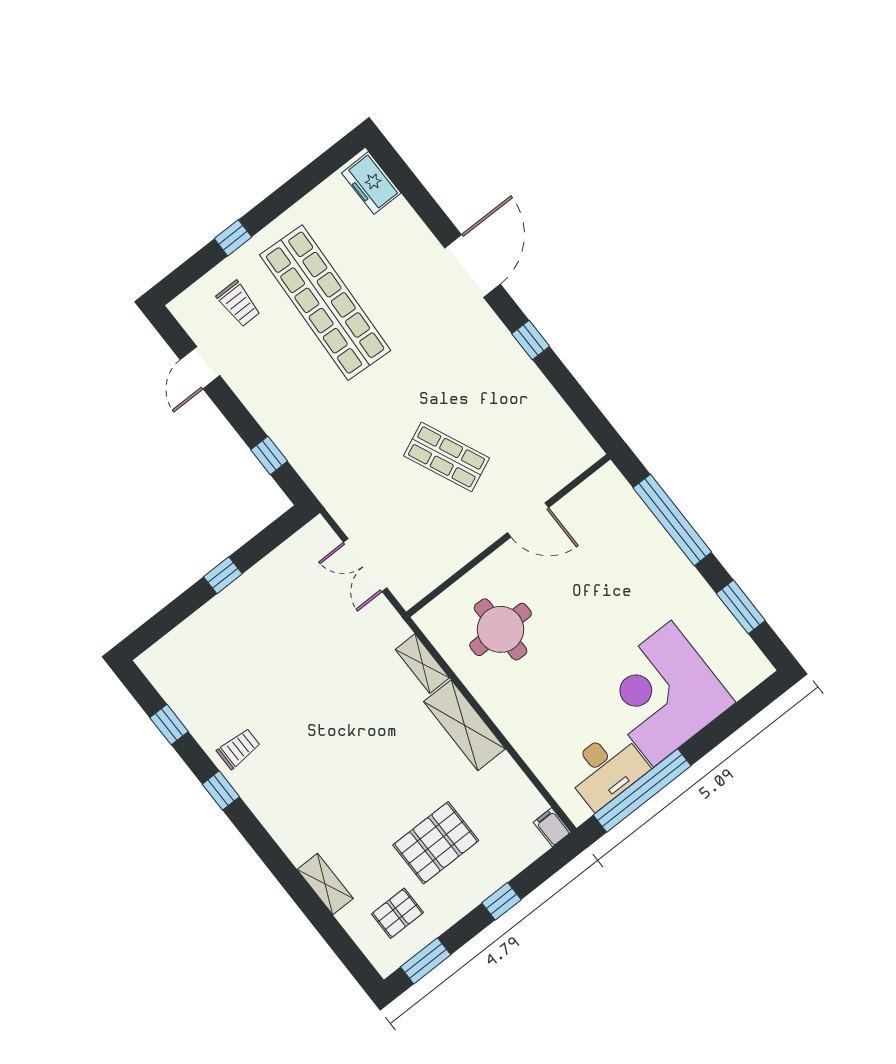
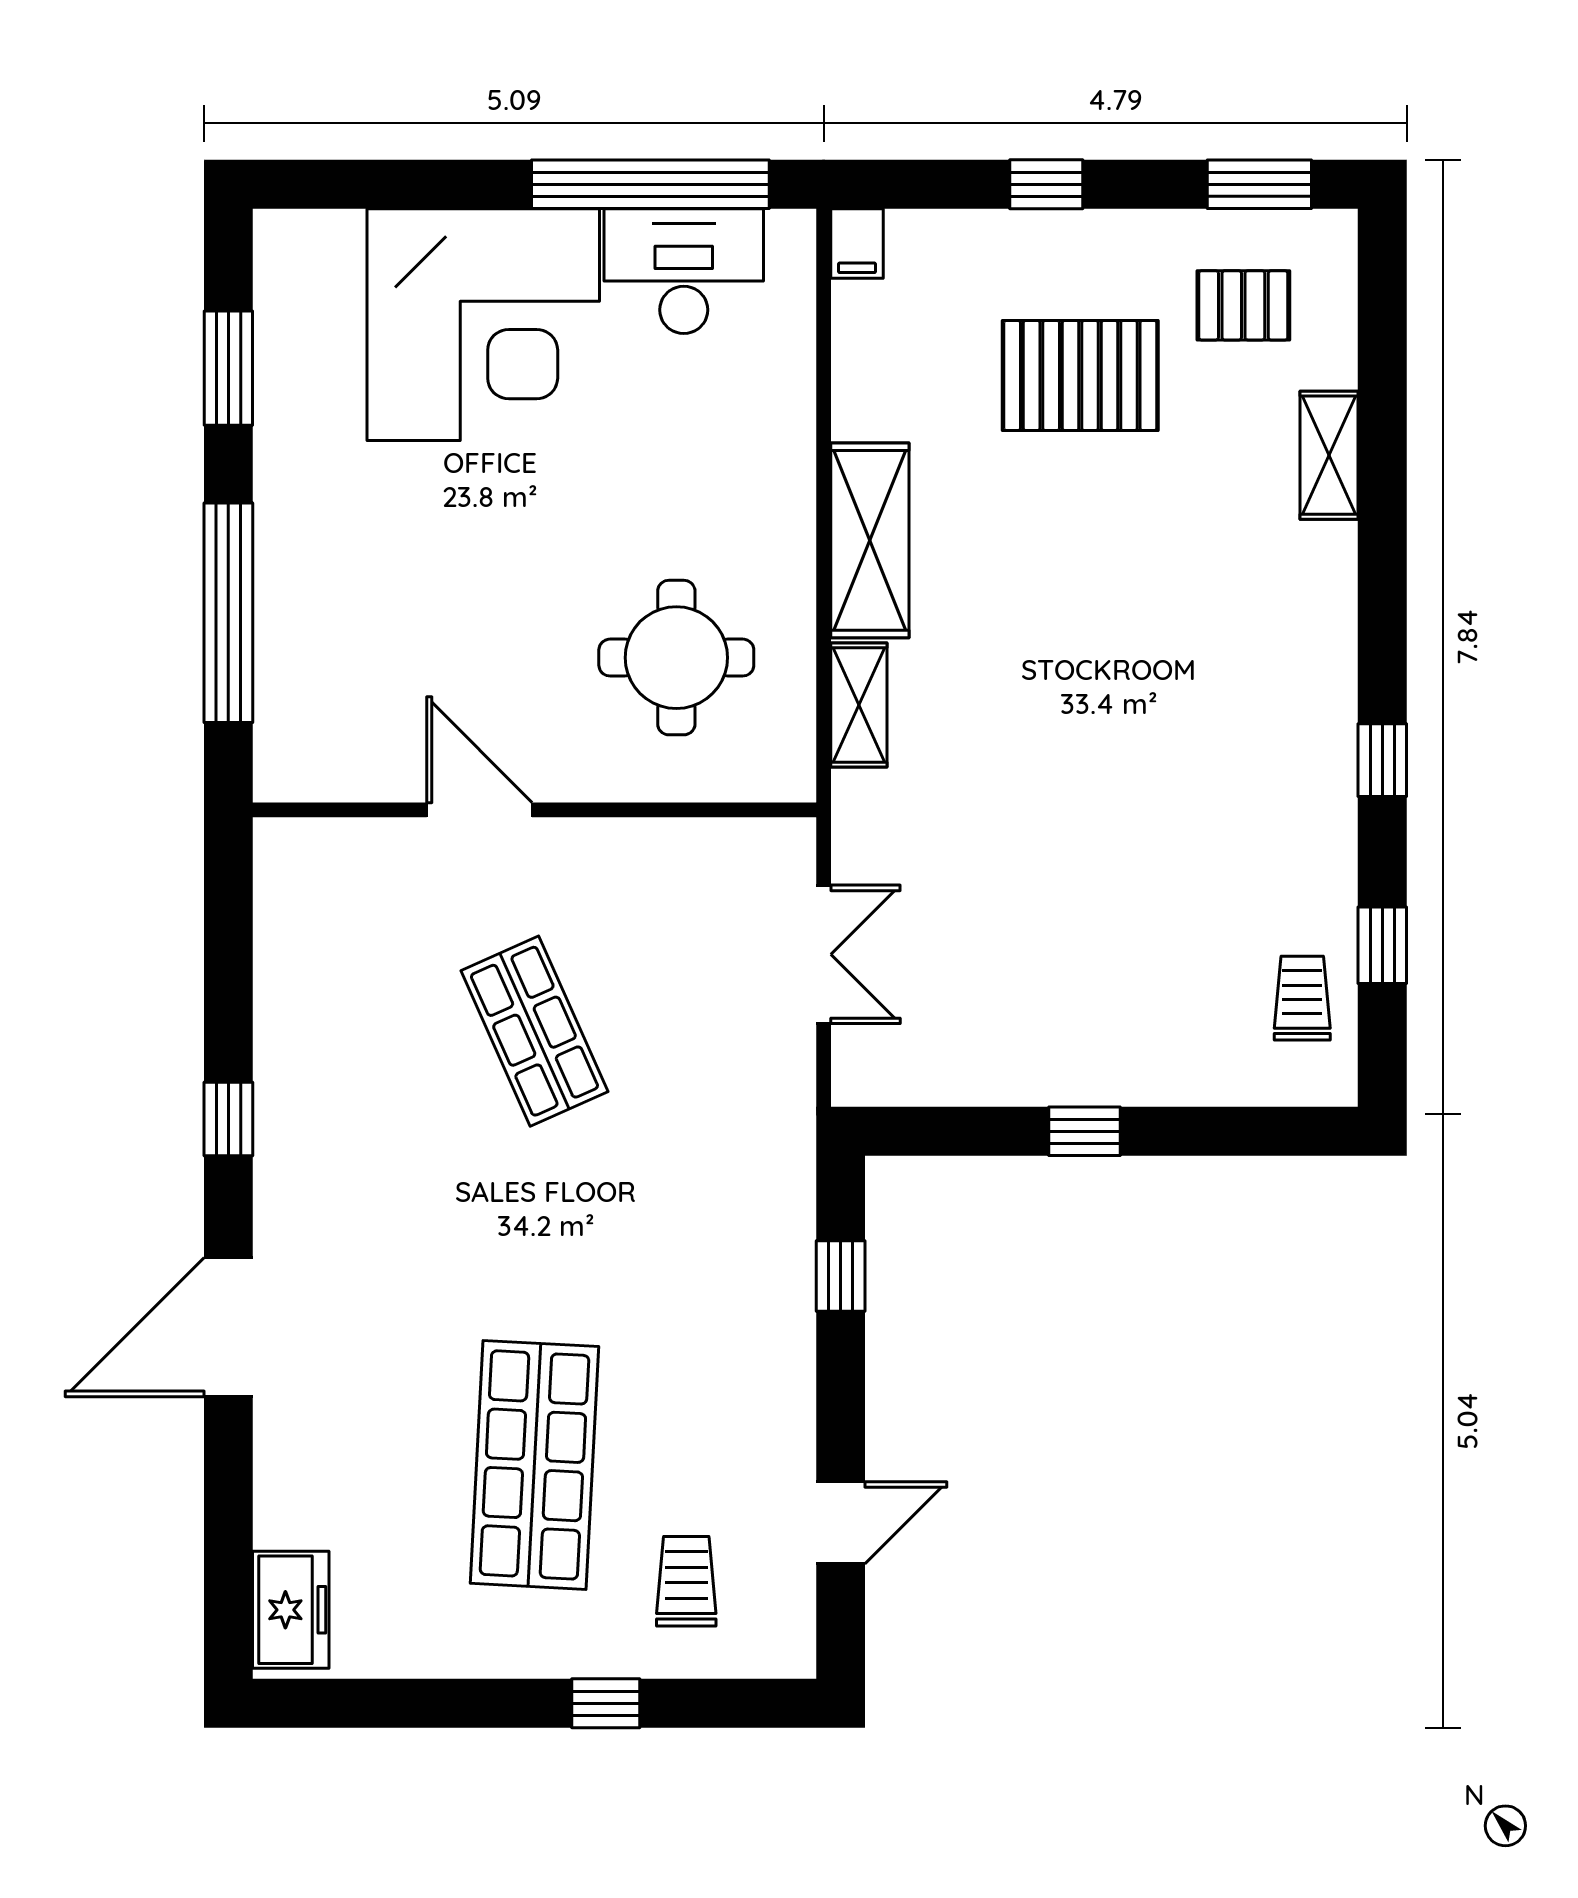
shop shelf: (325, 303) -> (534, 1465), width x0.71
trolley: (239, 749) -> (1302, 998), moved, turned 90

